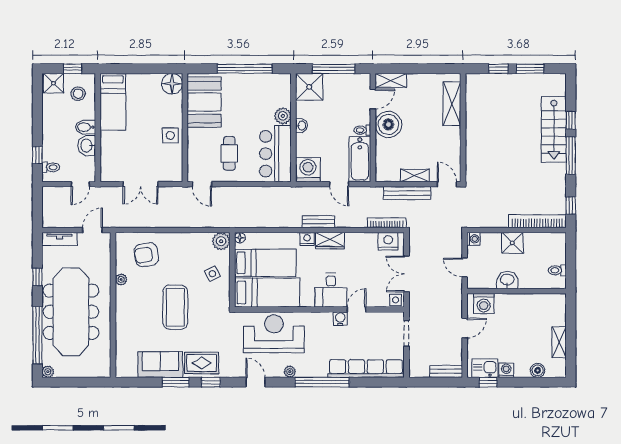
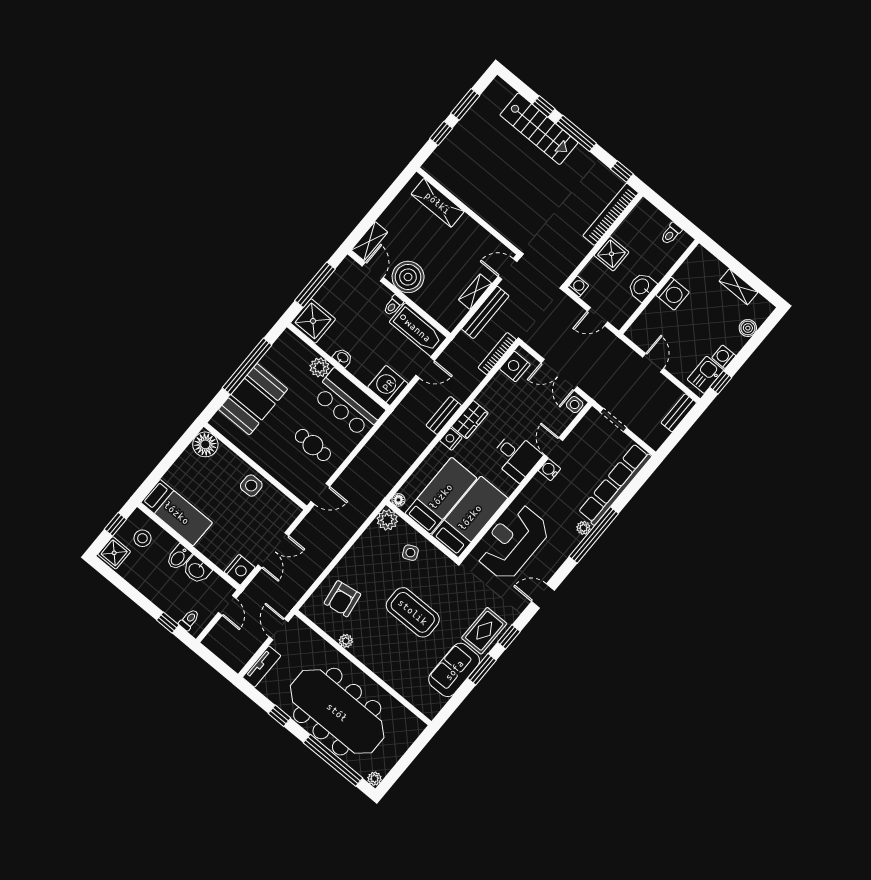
booth: (204, 102) -> (253, 399), moved, turned 90
nightstand: (110, 173) -> (240, 570), added
washing machine: (484, 304) -> (673, 294), moved
plant: (290, 372) -> (583, 528), moved

